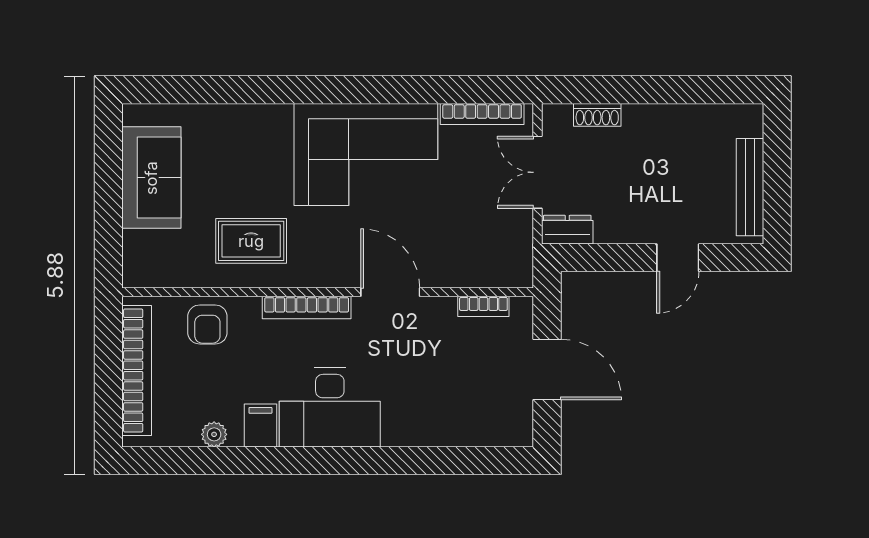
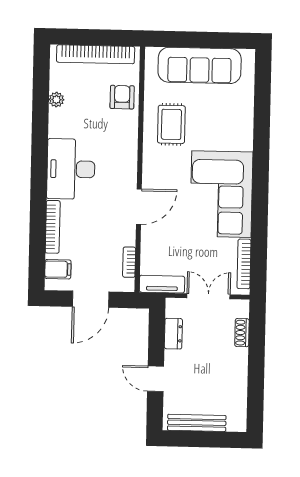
sofa: (151, 178) -> (200, 65), width x1.36
dresser: (567, 230) -> (173, 334), moved
tv unit: (519, 251) -> (162, 284), added
bookcase: (307, 308) -> (53, 227), moved, turned 180
armchair: (207, 324) -> (122, 97), turned 90
filing cabinet: (260, 426) -> (58, 269), moved

